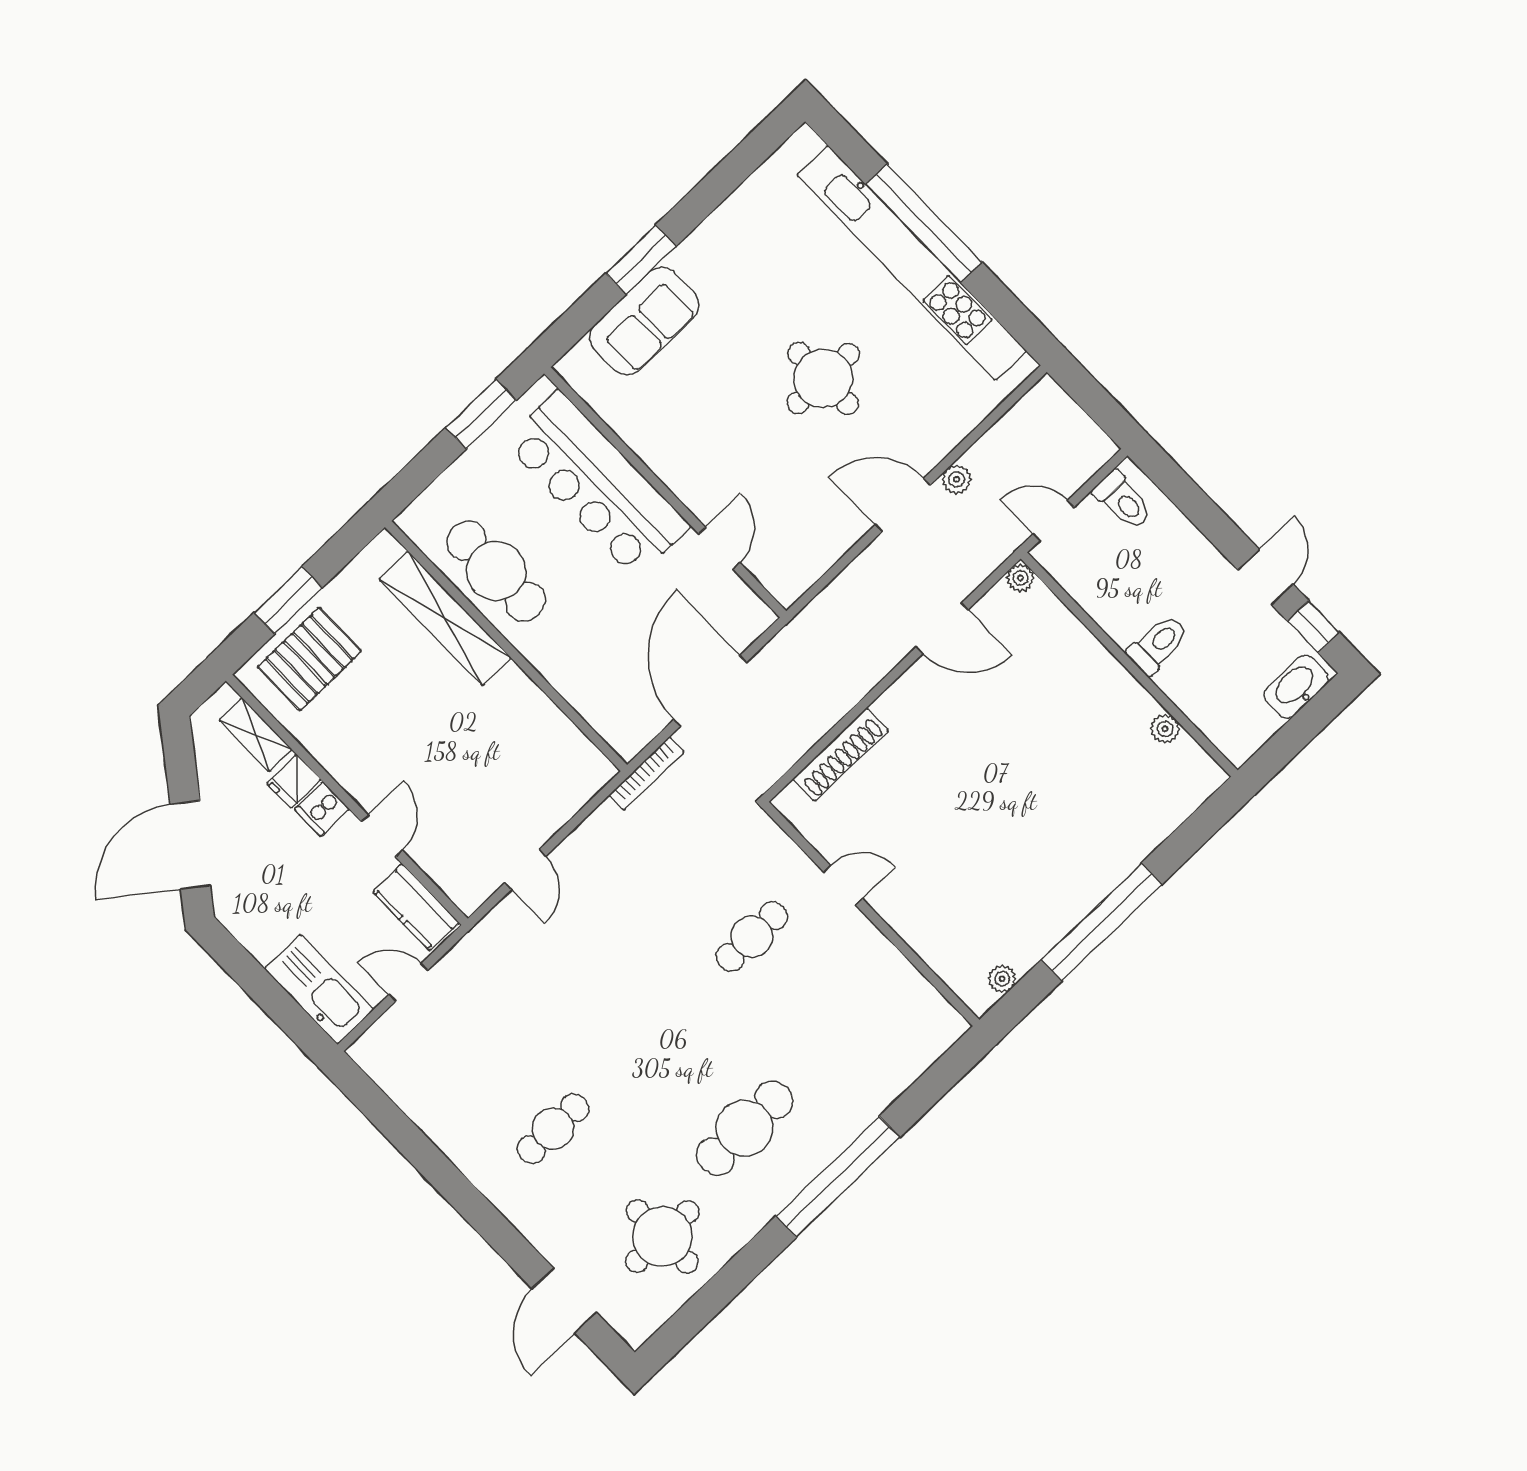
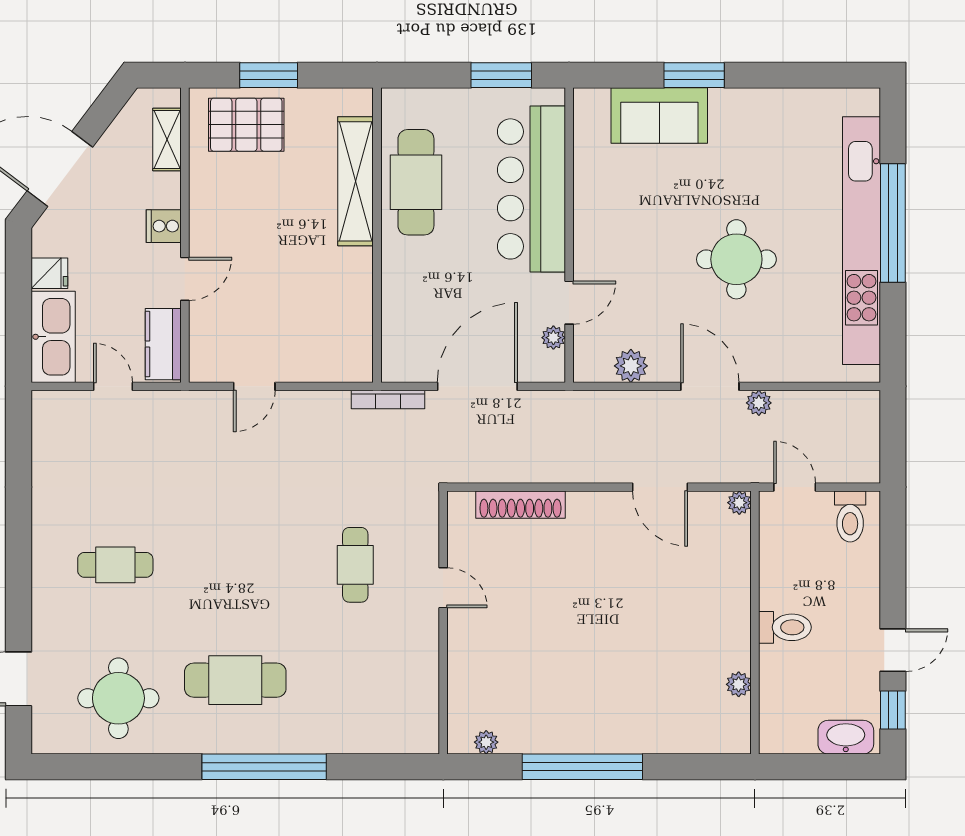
plant: (821, 551) -> (631, 366), added
plant: (734, 590) -> (553, 338), added
fridge: (294, 781) -> (49, 273), moved, turned 180
cafe table: (752, 937) -> (355, 565), turned 90

